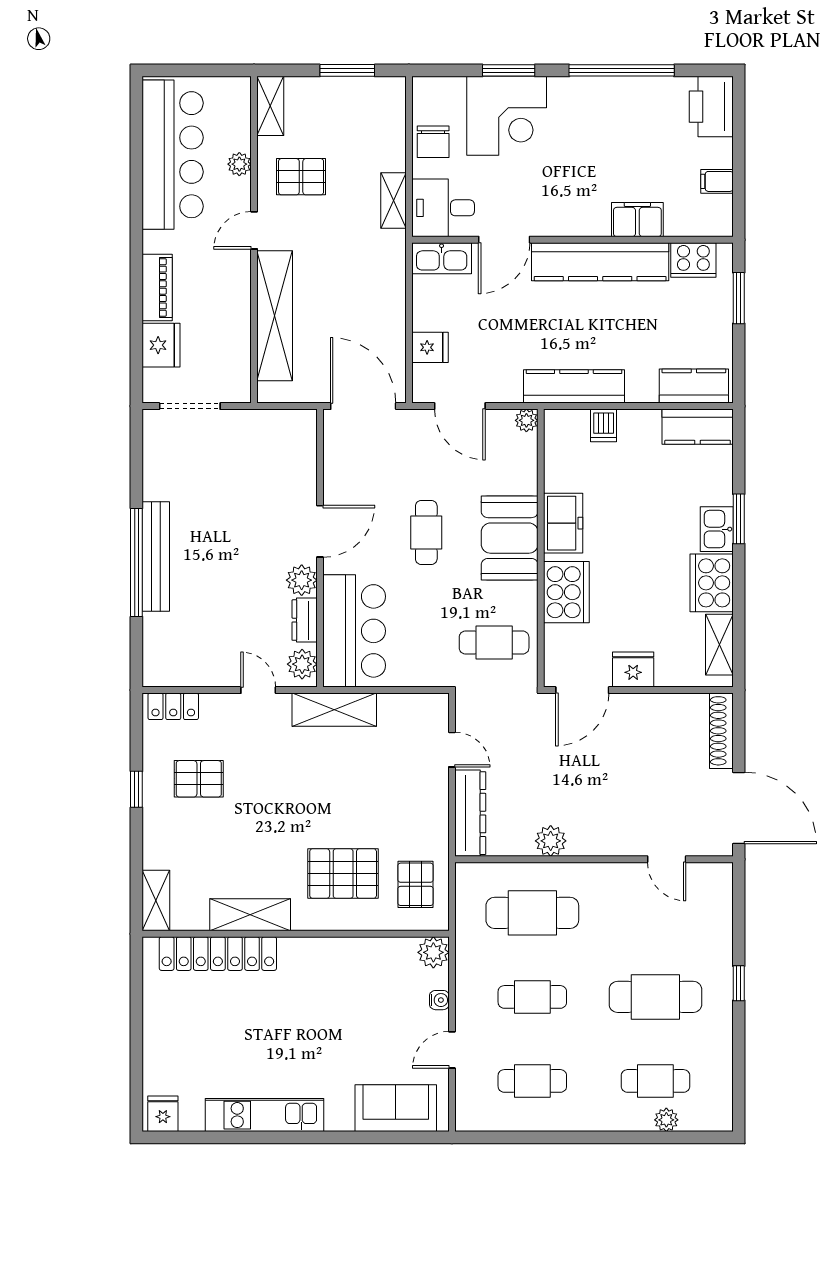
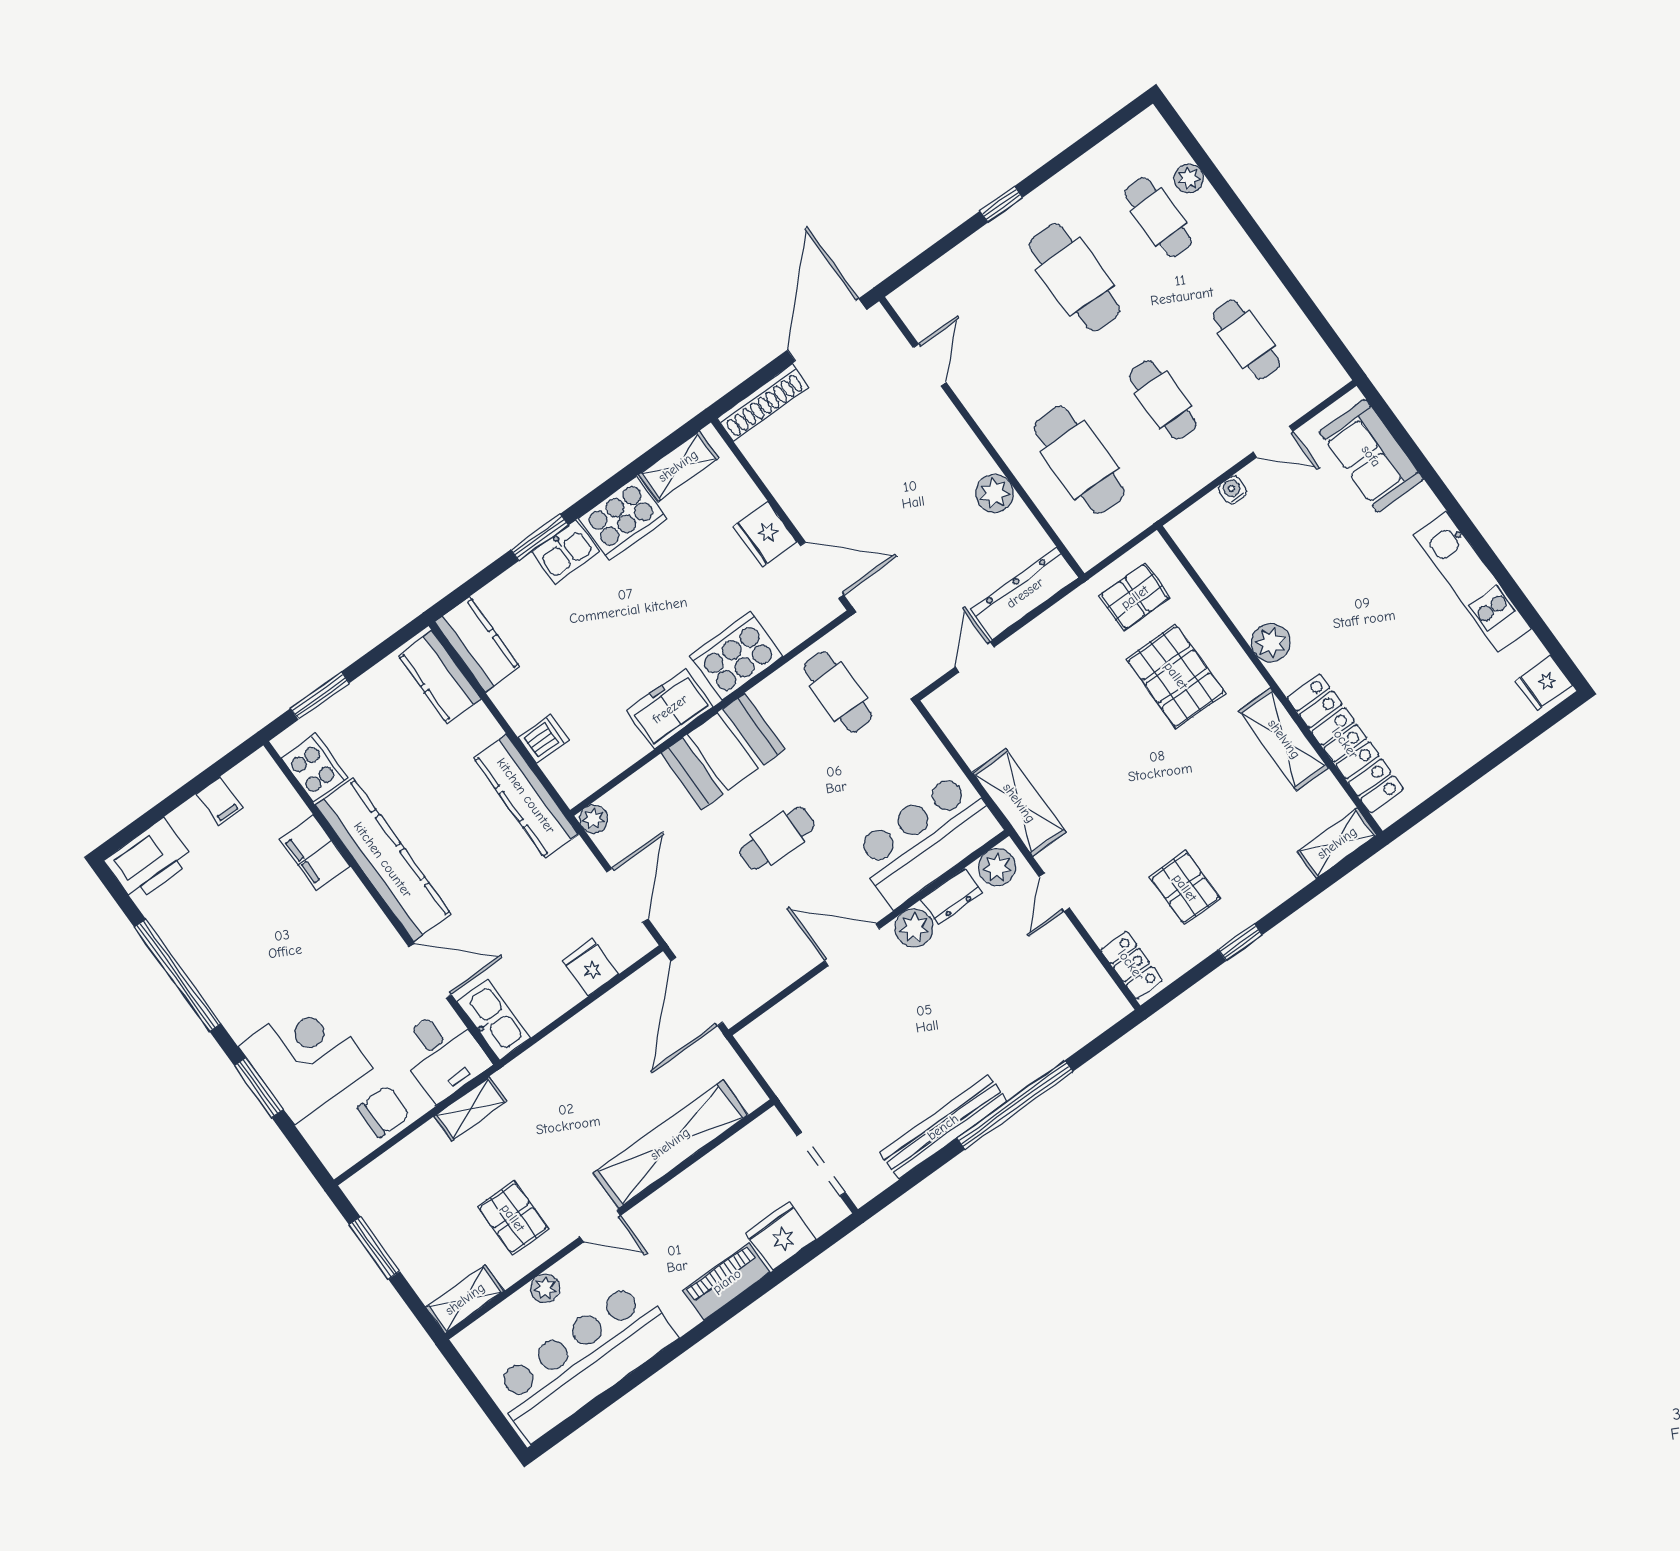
bench: (156, 556) -> (943, 1127), moved
plant: (433, 952) -> (1271, 643), moved

